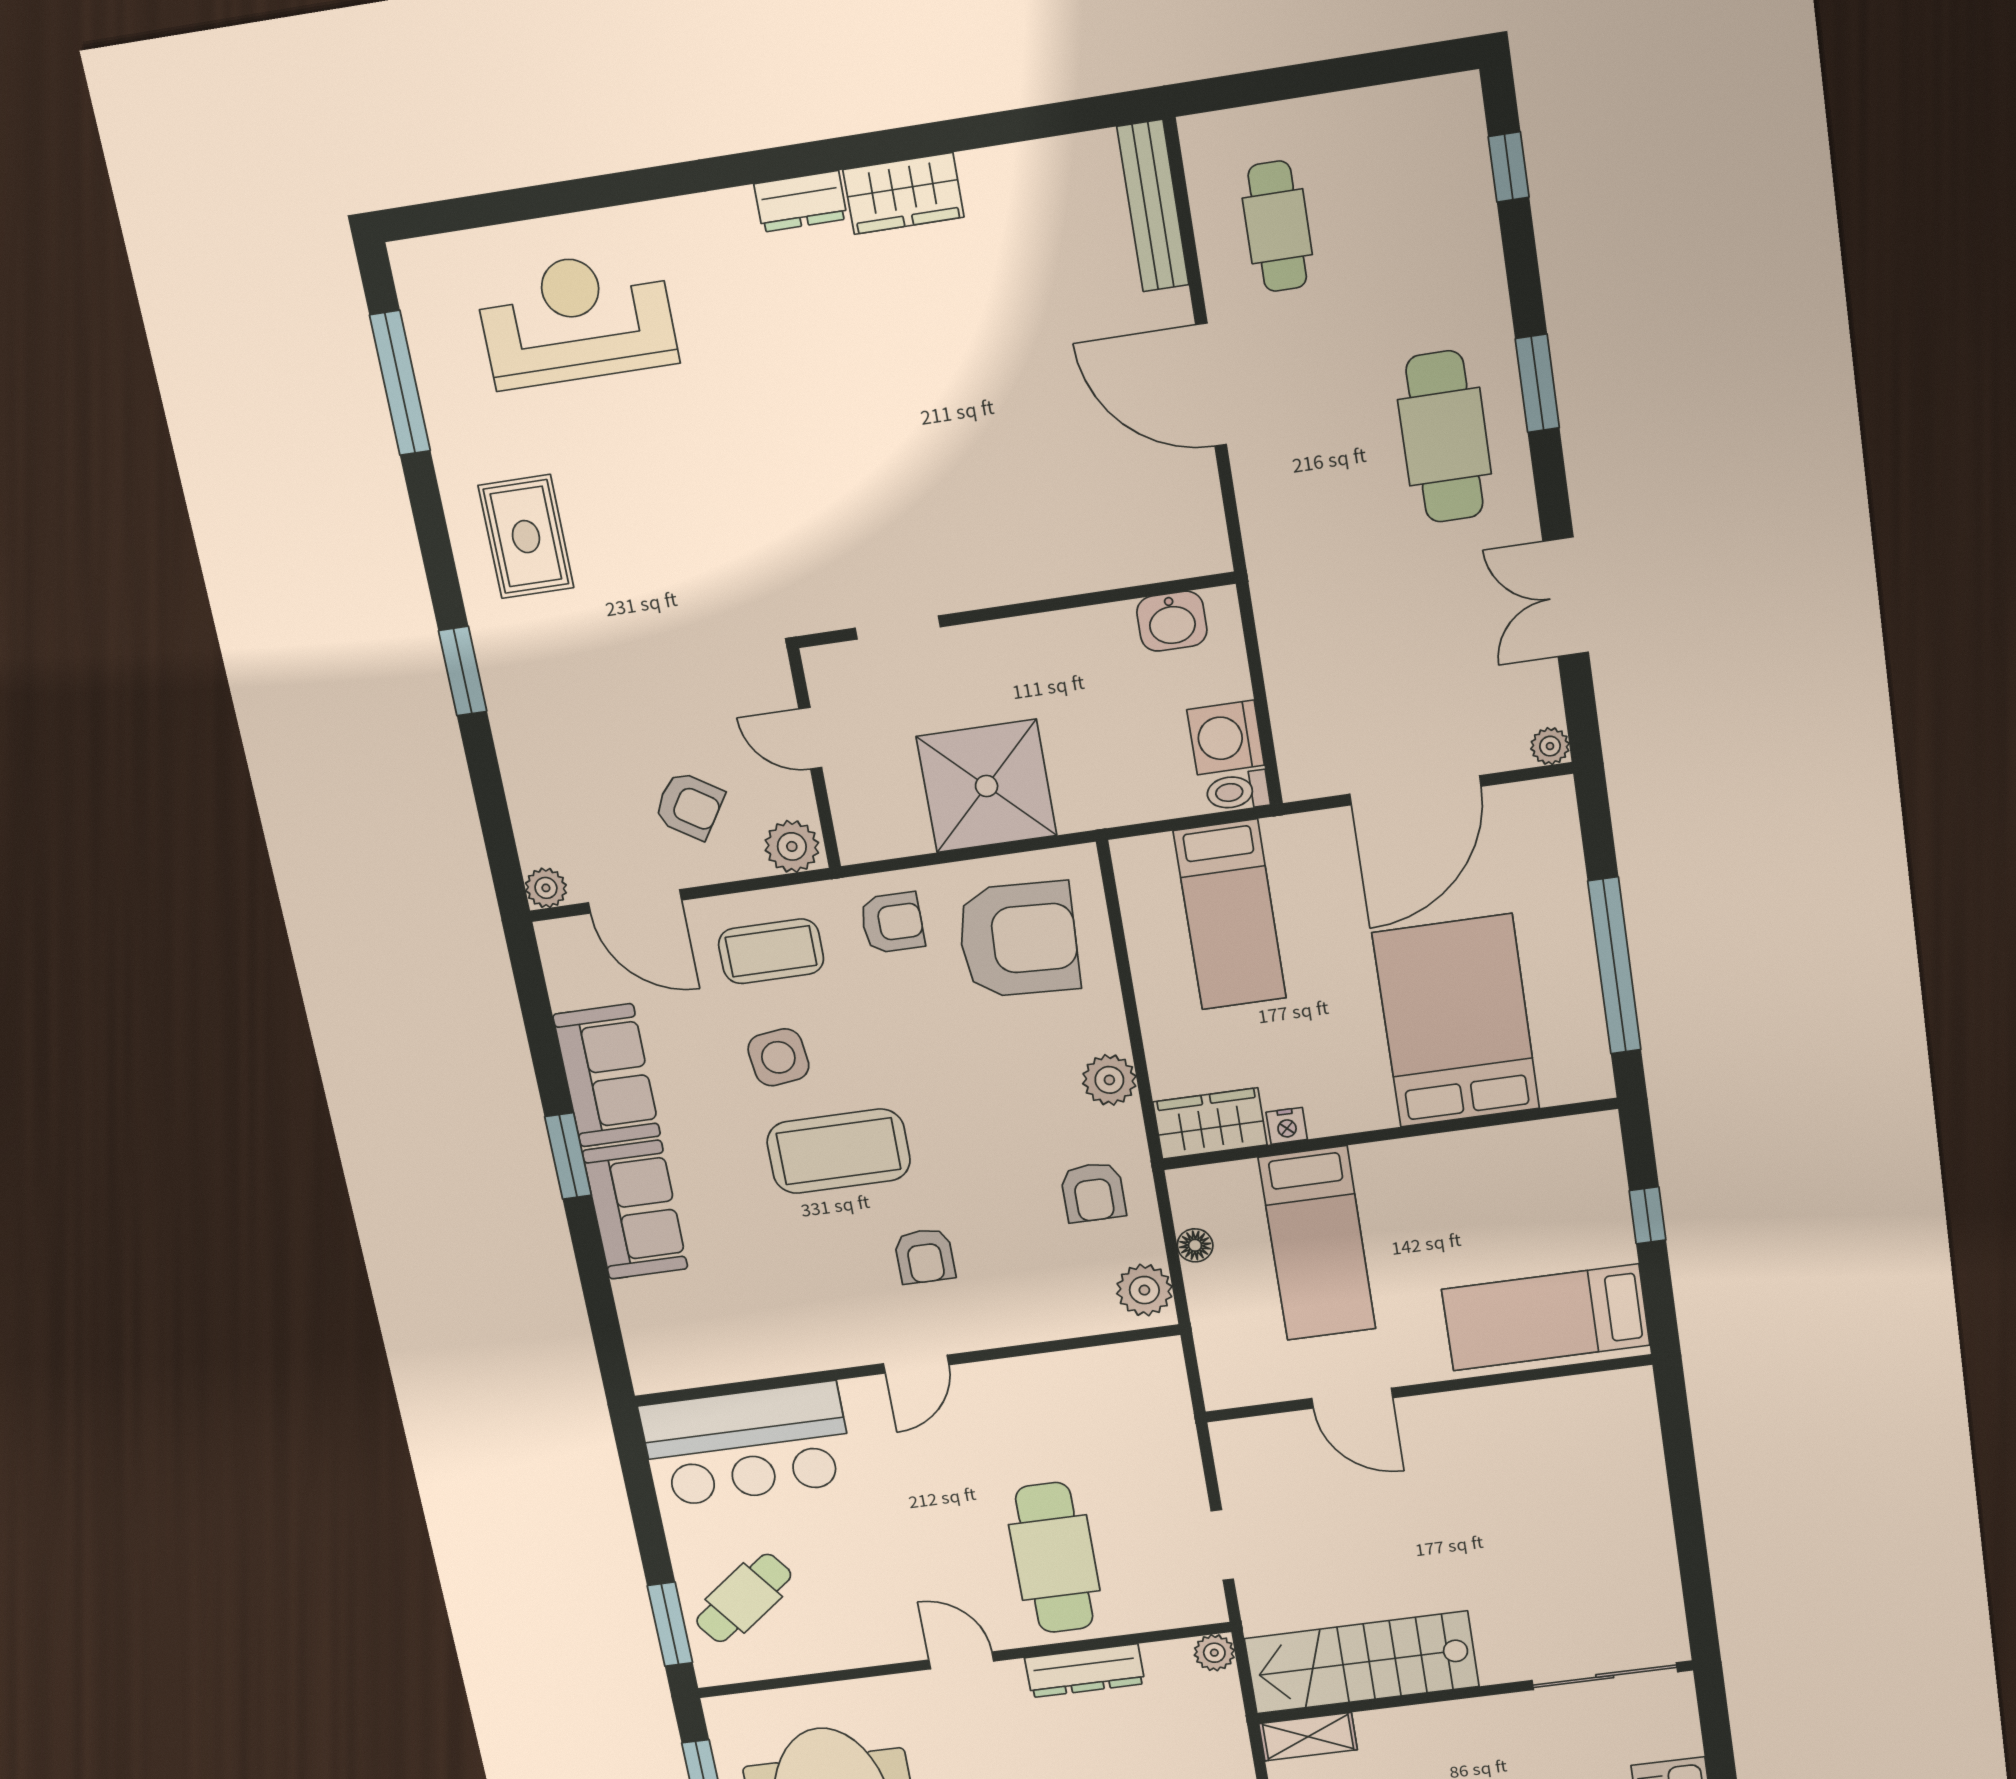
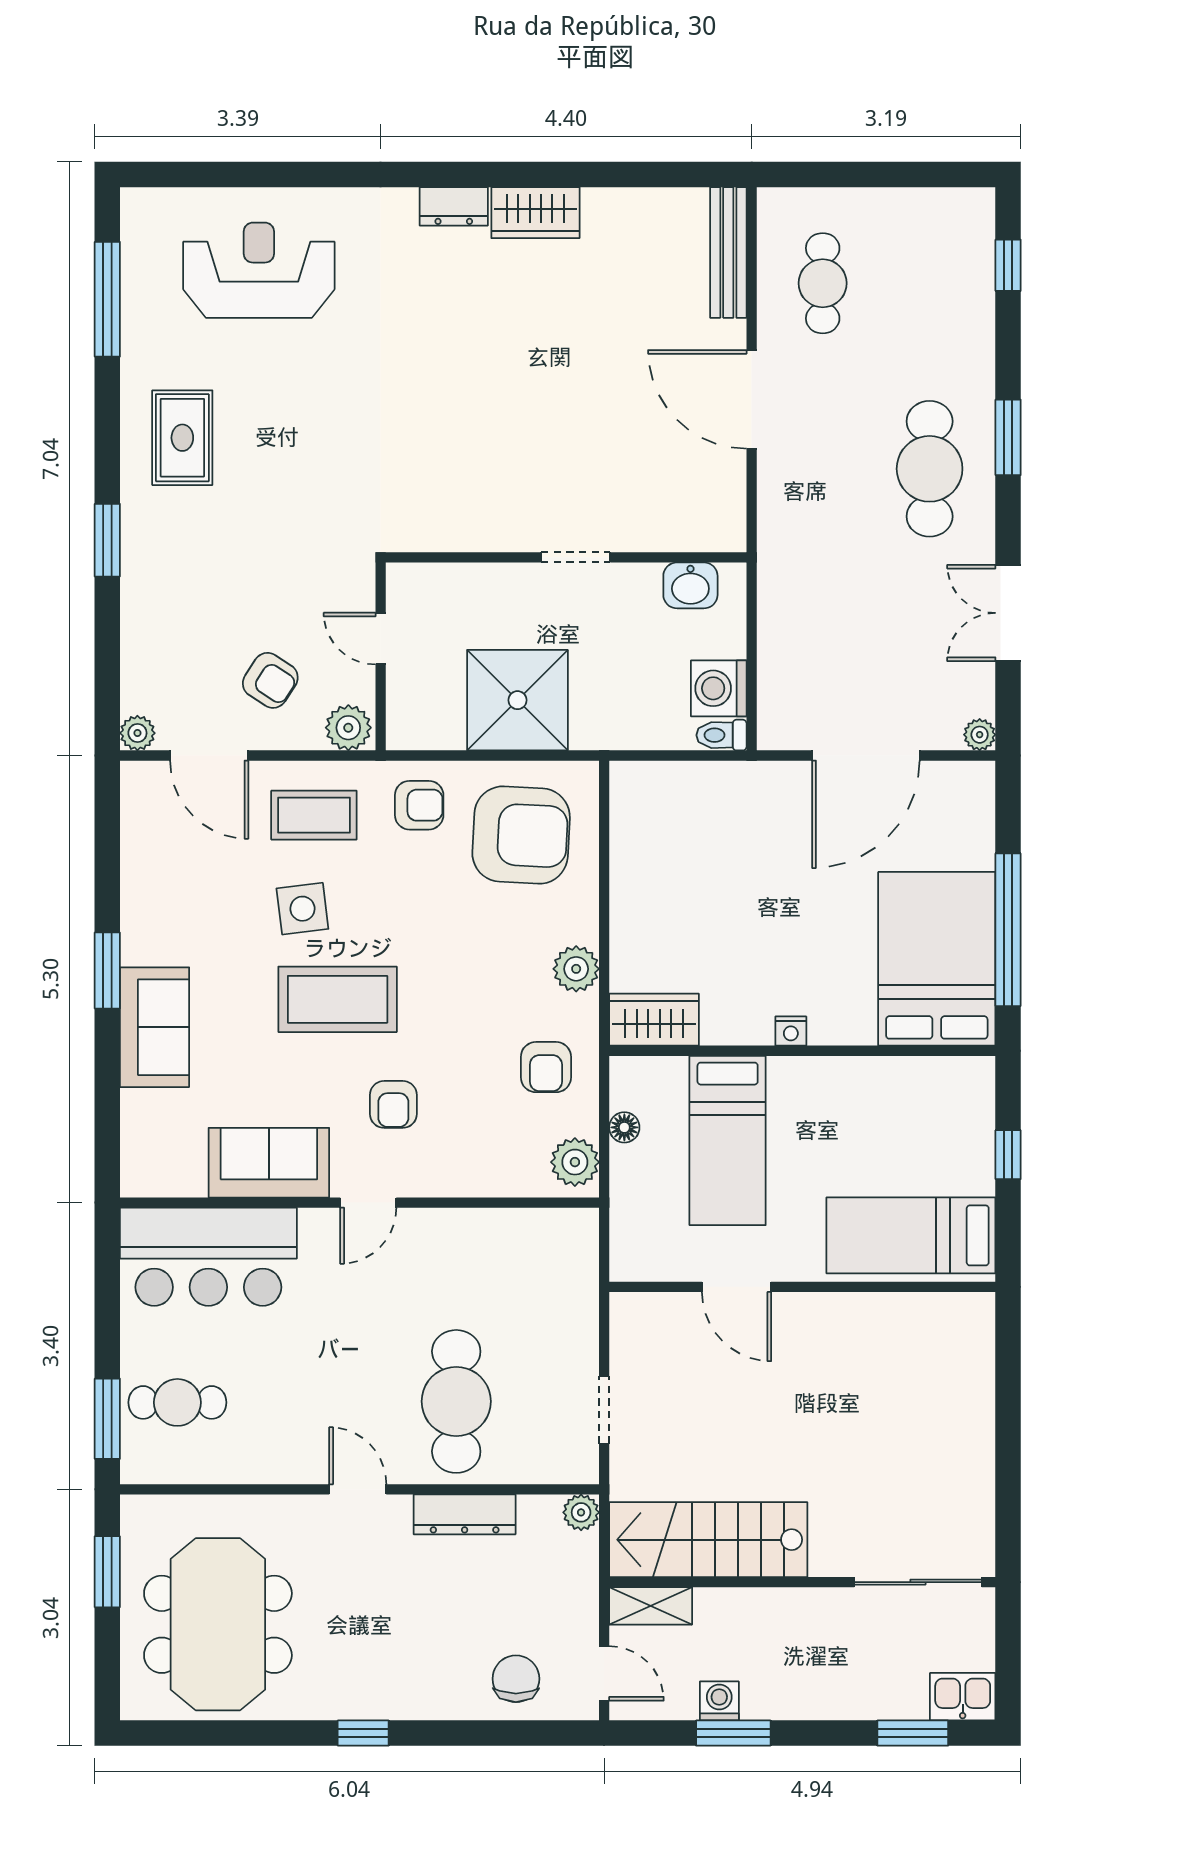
doorway: (898, 627) -> (576, 557), moved
bed: (1230, 915) -> (699, 839), removed
bed: (1456, 1021) -> (937, 959), moved
sofa: (607, 1075) -> (269, 1163), moved, turned -90
nightstand: (1287, 1126) -> (791, 1031), moved
cafe table: (744, 1598) -> (177, 1402), turned 37

